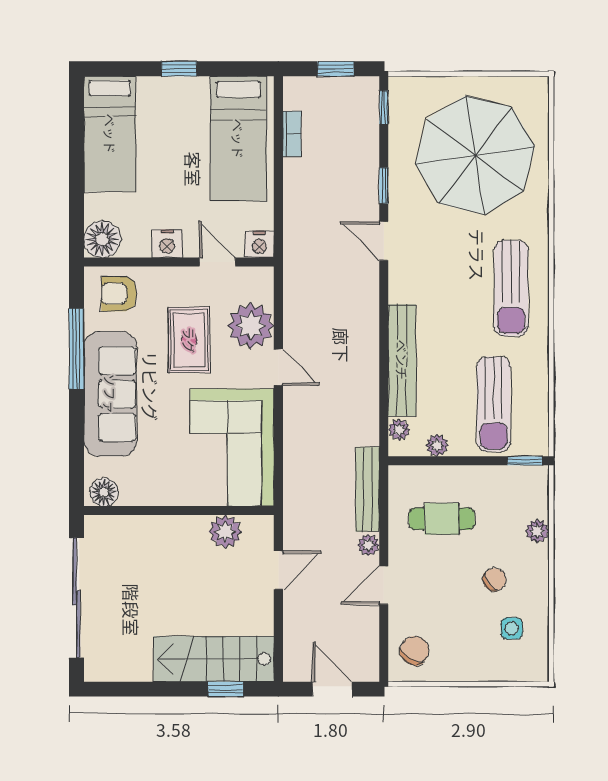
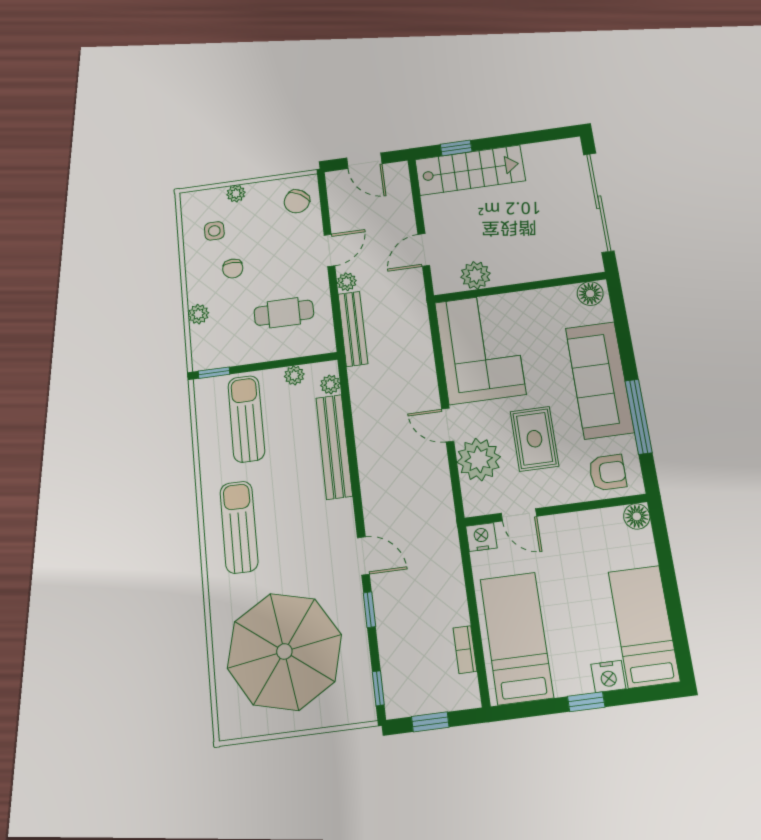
floor lamp: (102, 239) -> (637, 516), width x0.73, depth x0.73
nightstand: (167, 244) -> (608, 676), moved, turned 180
chair: (494, 580) -> (233, 269), turned -53
plant: (483, 671) -> (236, 194), added

